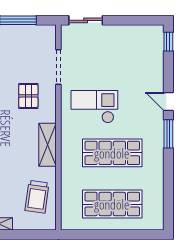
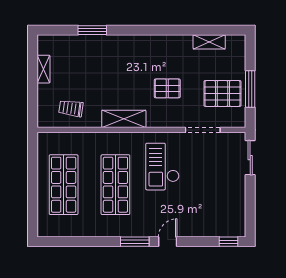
pallet: (22, 48) -> (222, 93), added
pallet: (28, 96) -> (167, 88), moved
checkout: (94, 107) -> (162, 167), turned 180
trolley: (37, 197) -> (71, 108), width x0.73, depth x0.72

